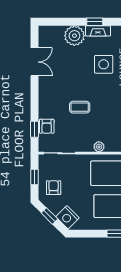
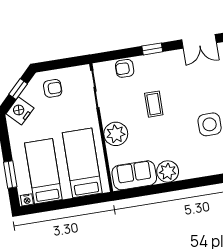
window: (34, 129) -> (152, 49), moved
plant: (99, 147) -> (116, 134), width x1.87, depth x1.87
window: (34, 177) -> (62, 64), removed

